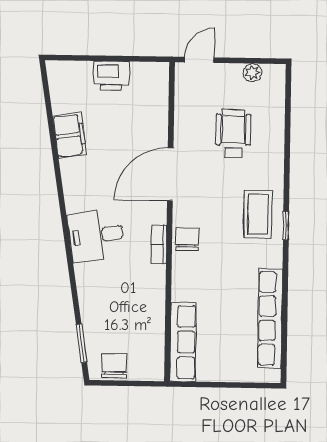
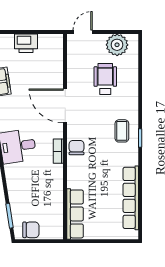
plant: (253, 73) -> (117, 45), width x1.87, depth x1.87
door: (170, 174) -> (65, 106), hinge flipped
coffee table: (258, 214) -> (122, 131), width x0.73, depth x0.77
chair: (114, 366) -> (31, 230), turned 90

